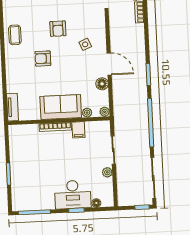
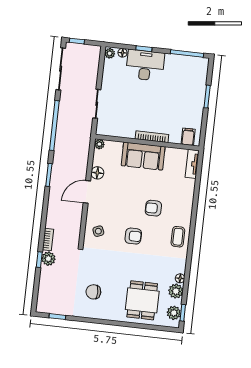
armchair: (58, 29) -> (133, 236), turned 90
side table: (85, 44) -> (98, 231), moved
armchair: (43, 59) -> (153, 208), turned 180
door: (109, 64) -> (87, 192), hinge flipped
plant: (87, 113) -> (117, 146), removed
filing cabinet: (78, 130) -> (188, 137), moved
plant: (107, 172) -> (110, 53), moved

